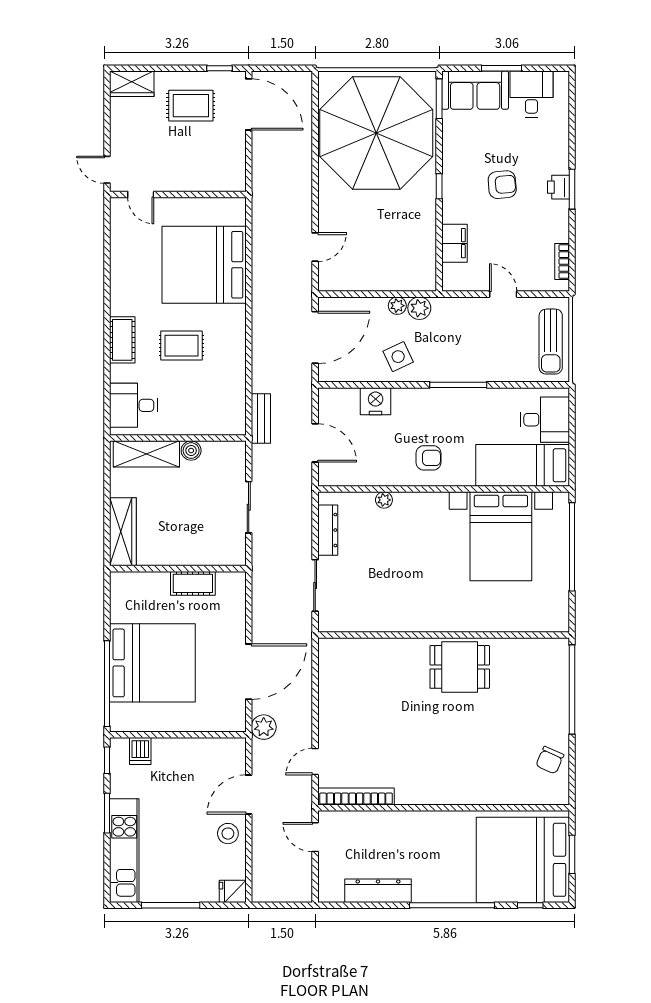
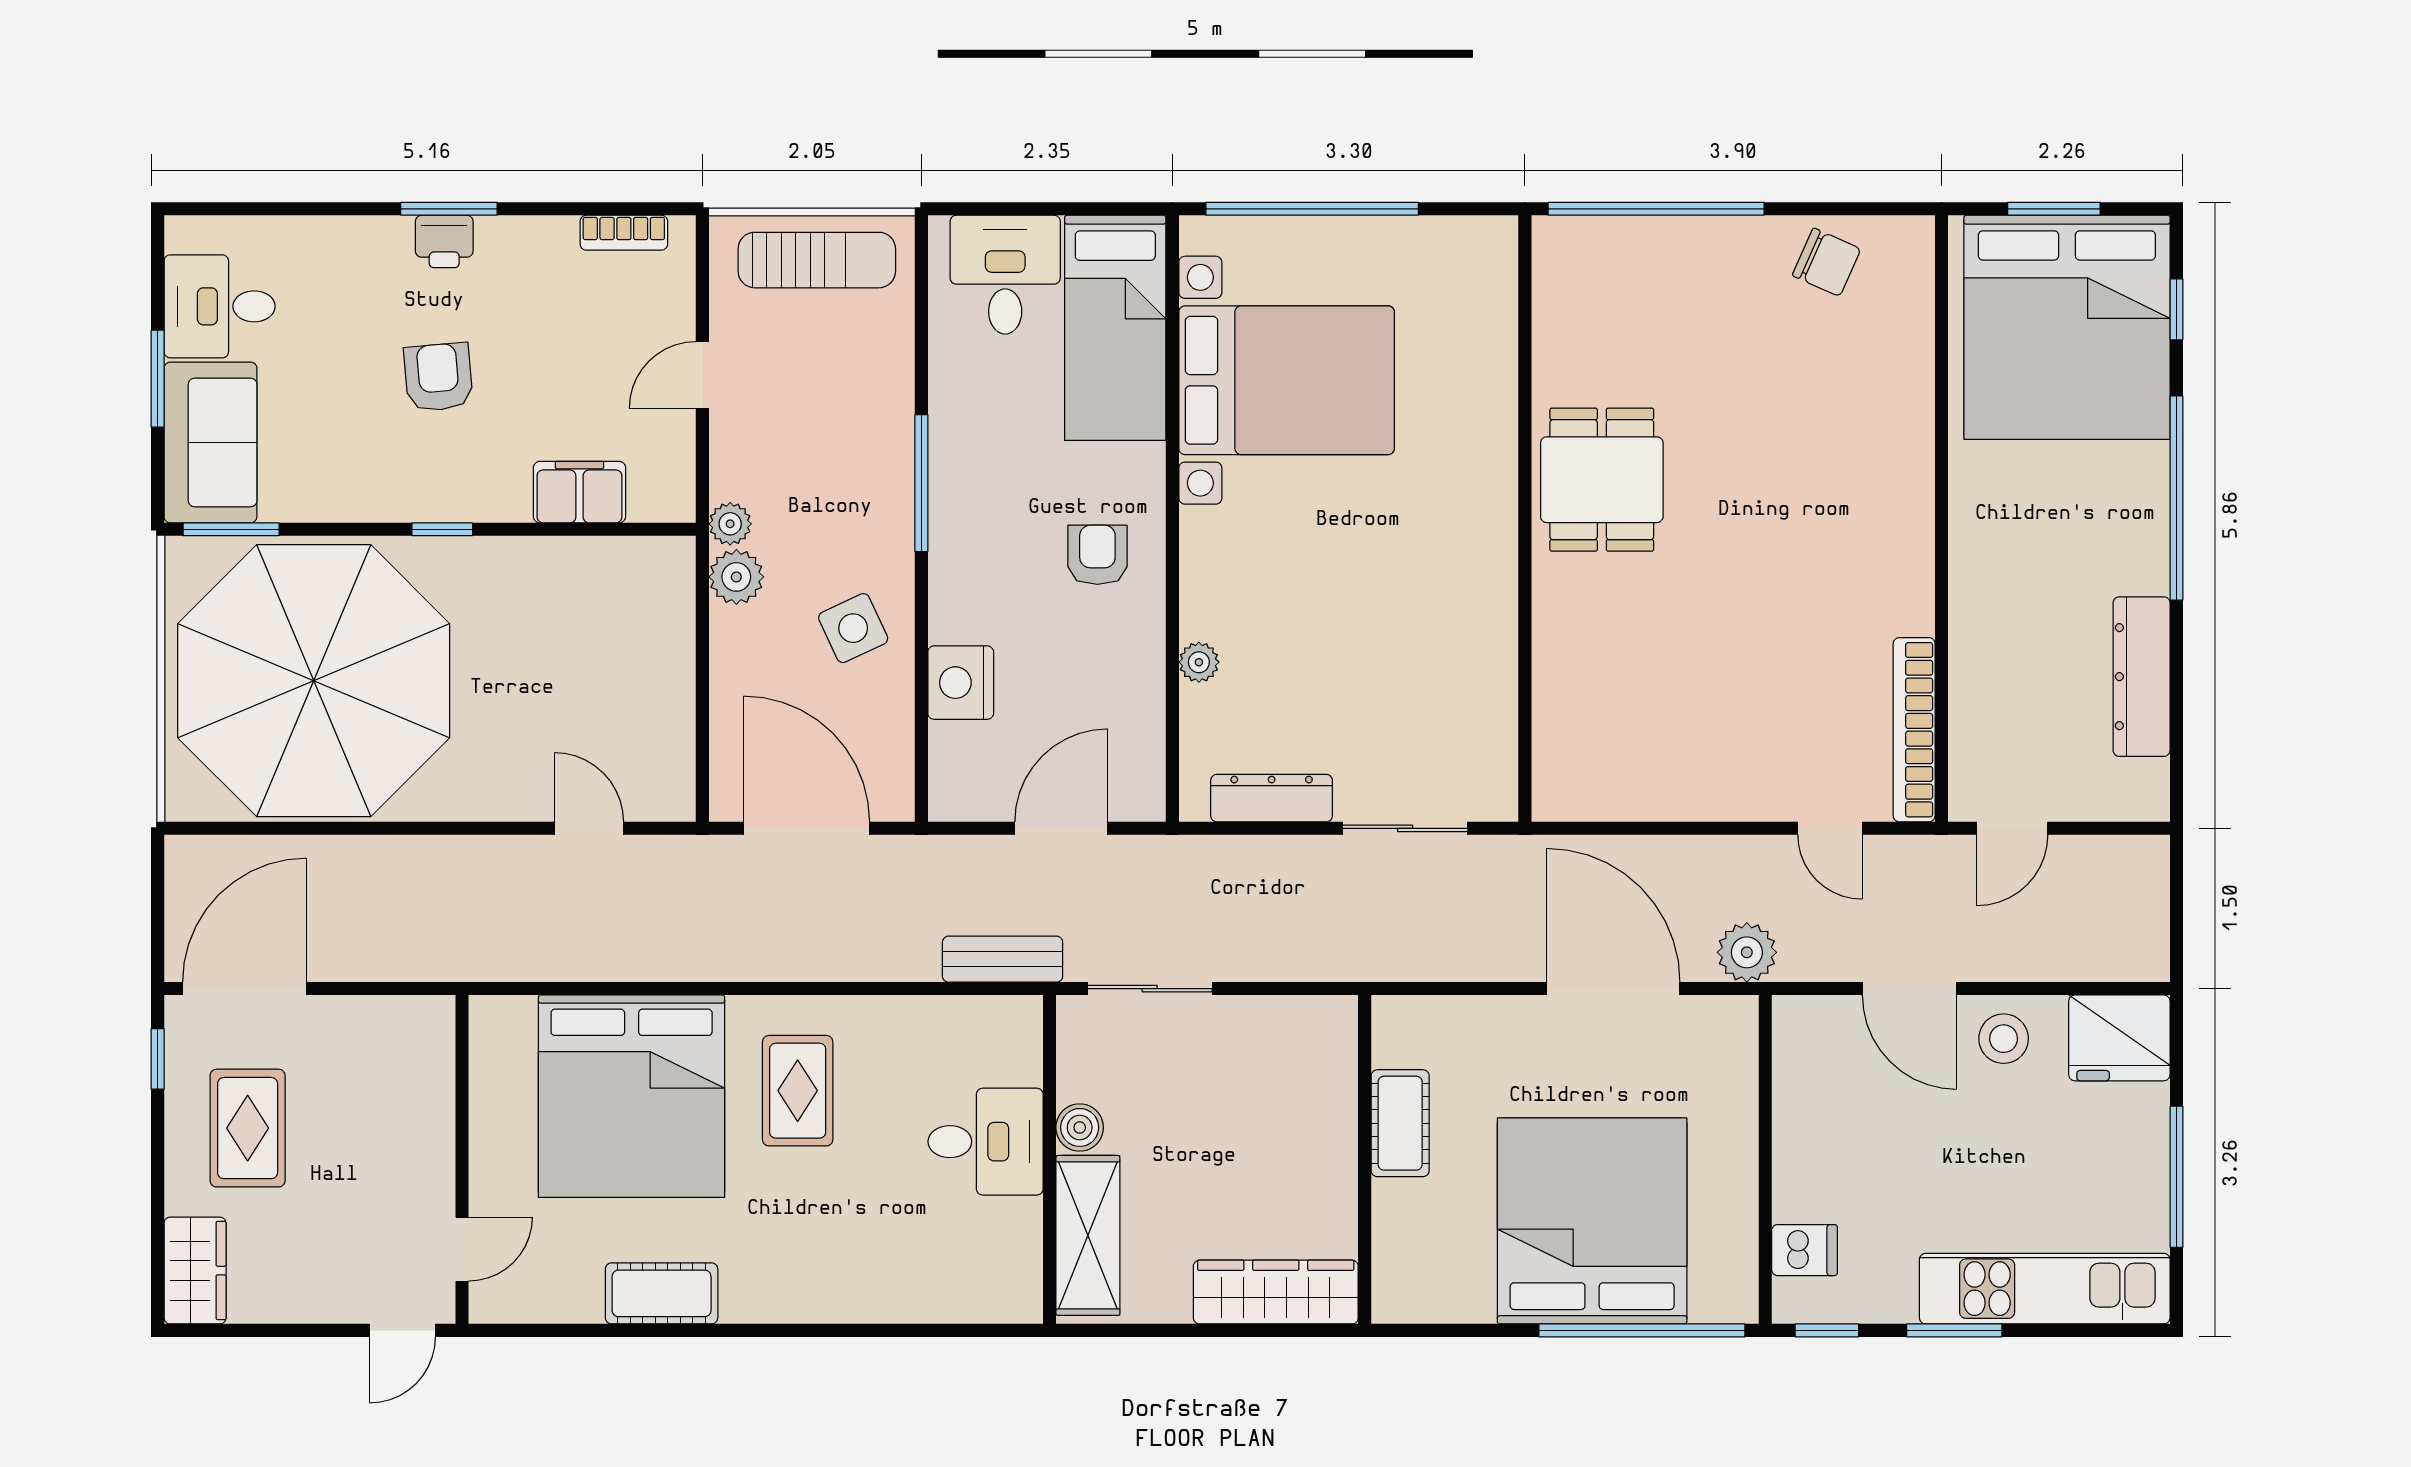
plant: (397, 306) -> (730, 524), moved
cot: (122, 340) -> (662, 1293), moved
rug: (181, 346) -> (798, 1091), moved
desk: (134, 405) -> (986, 1142), moved, turned -90
sliding door: (249, 507) -> (1150, 989), moved
fridge: (233, 891) -> (2119, 1038), width x1.88, depth x1.34

